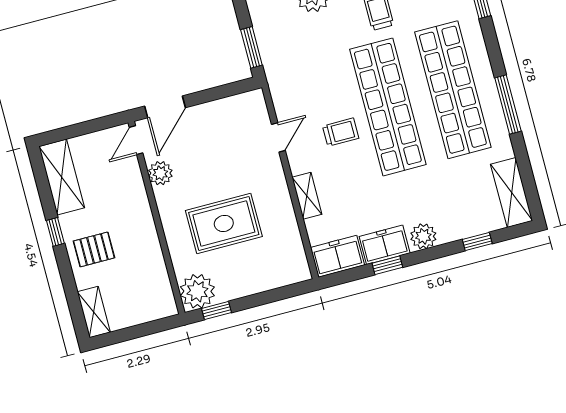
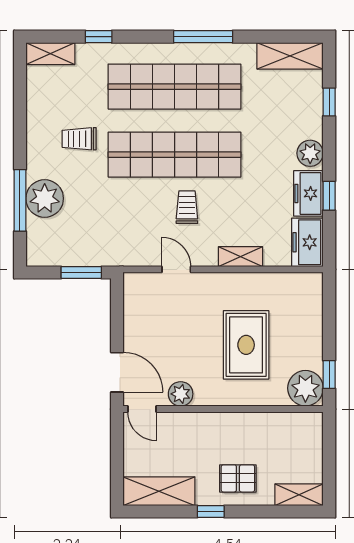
pallet: (94, 249) -> (238, 478), turned 90

